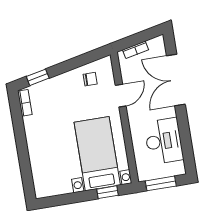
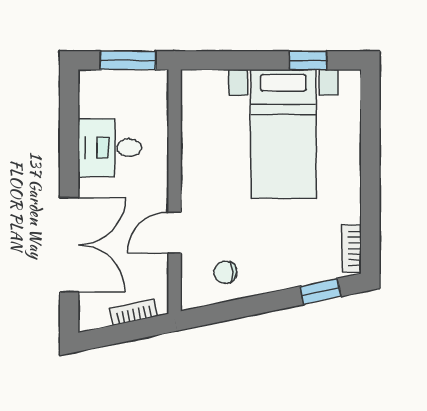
desk: (164, 141) -> (110, 148), width x0.73
bed with nightstands: (97, 154) -> (283, 134), moved
window: (107, 192) -> (308, 60), moved

